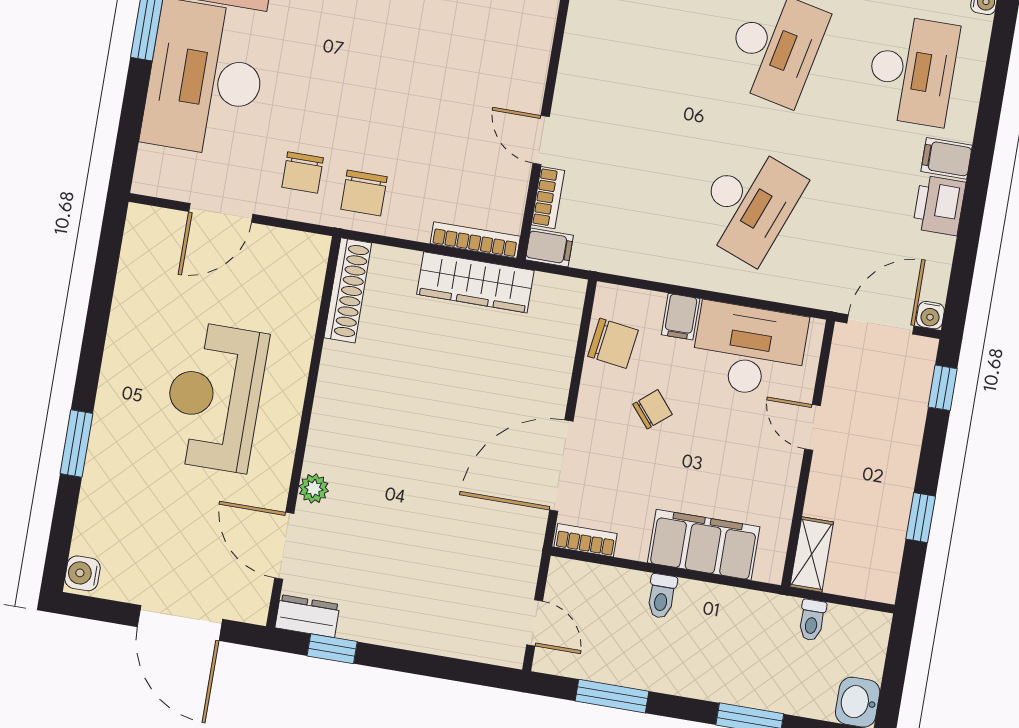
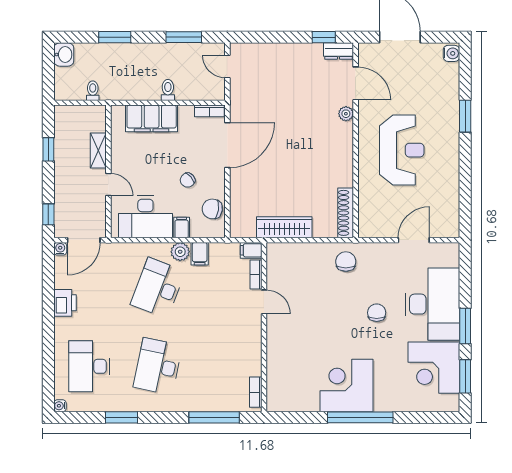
filing cabinet: (947, 158) -> (200, 254), moved, turned 90
chair: (303, 173) -> (377, 313), moved
bookcase: (475, 240) -> (288, 248), removed
plant: (692, 269) -> (180, 252), added
shelving: (812, 554) -> (98, 150), moved

